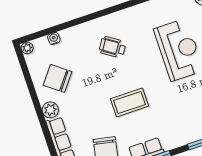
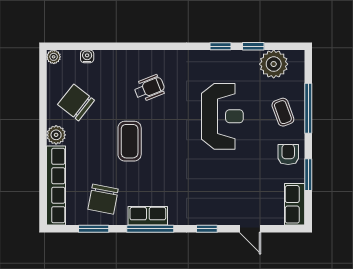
wheelchair: (112, 47) -> (149, 88), turned 124
coffee table: (129, 102) -> (130, 141), moved, turned 90

